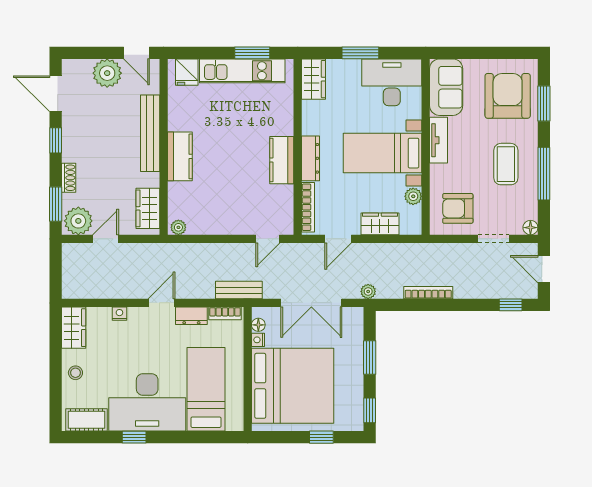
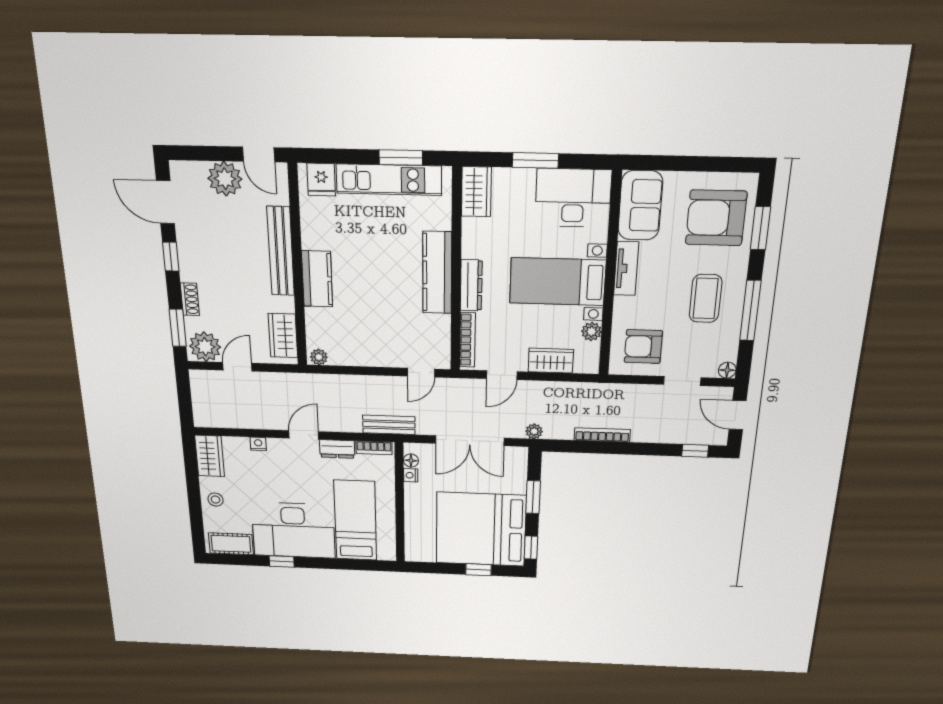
armchair: (508, 96) -> (716, 218), turned -90
kitchen counter: (282, 160) -> (437, 273), width x1.50
bed: (293, 386) -> (481, 529), moved, turned 180

